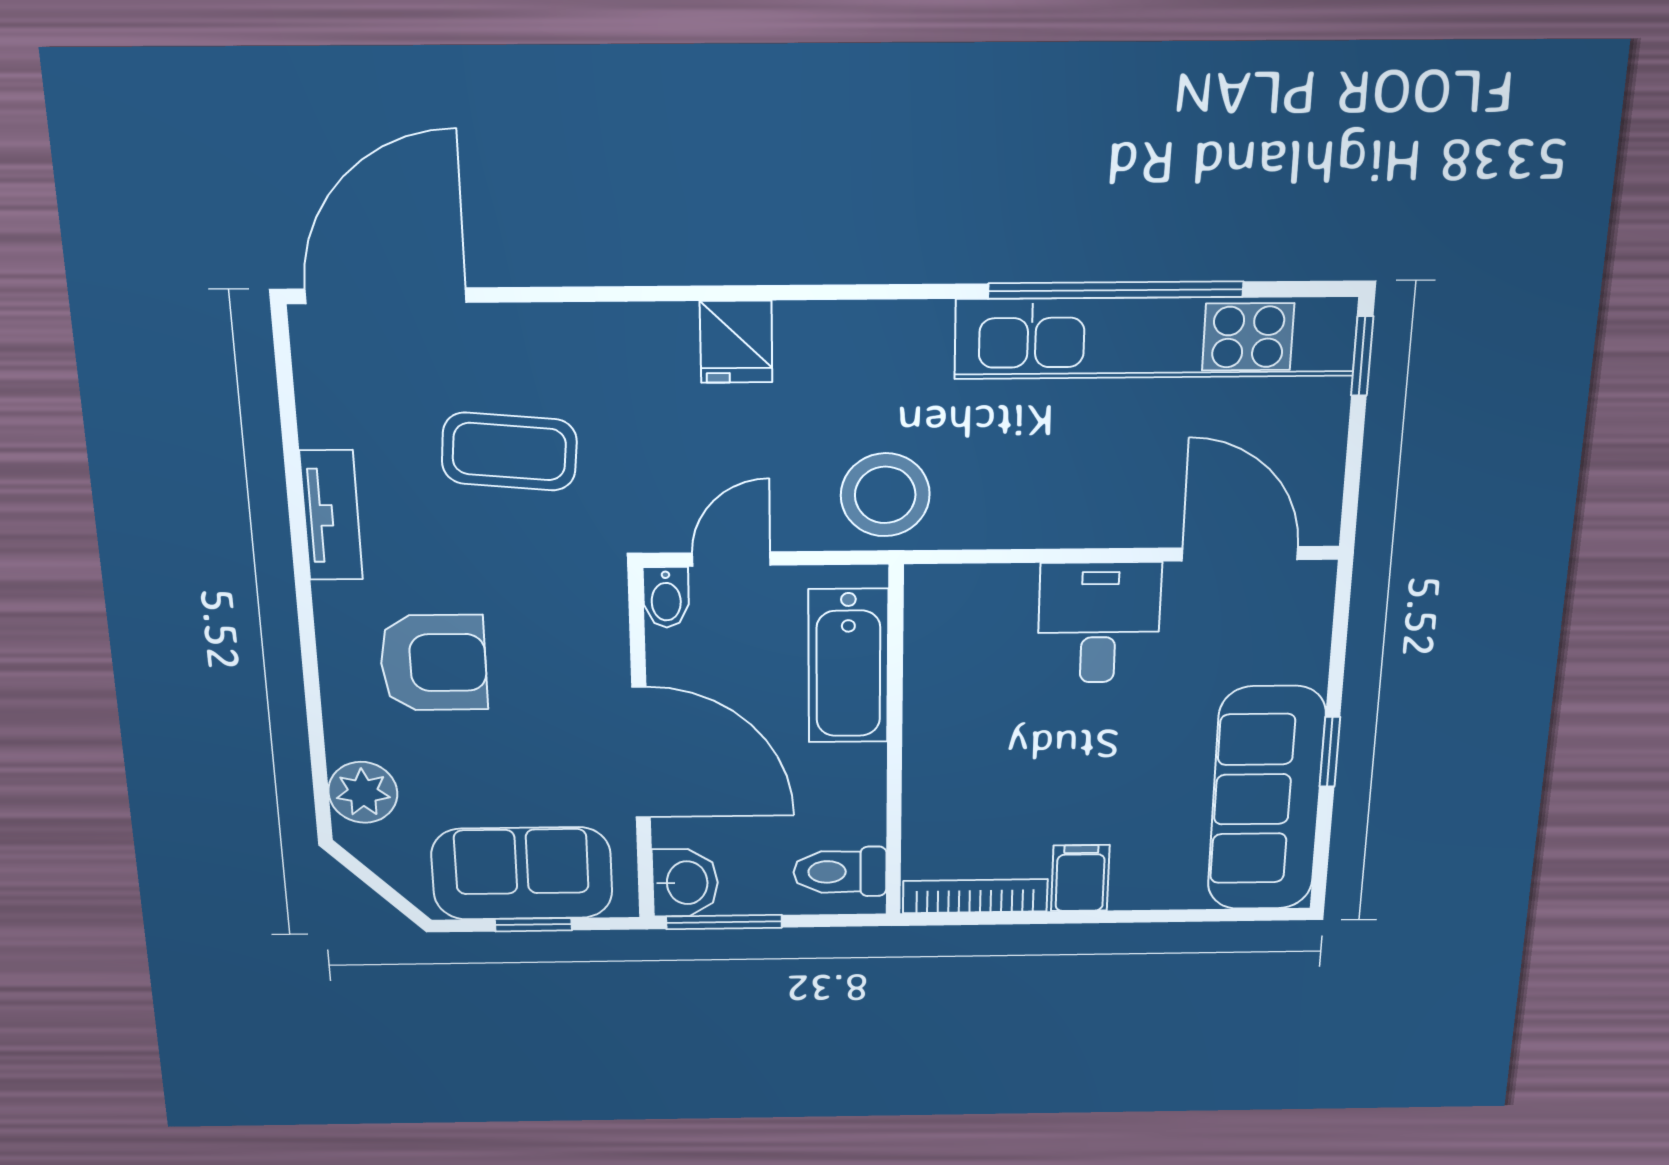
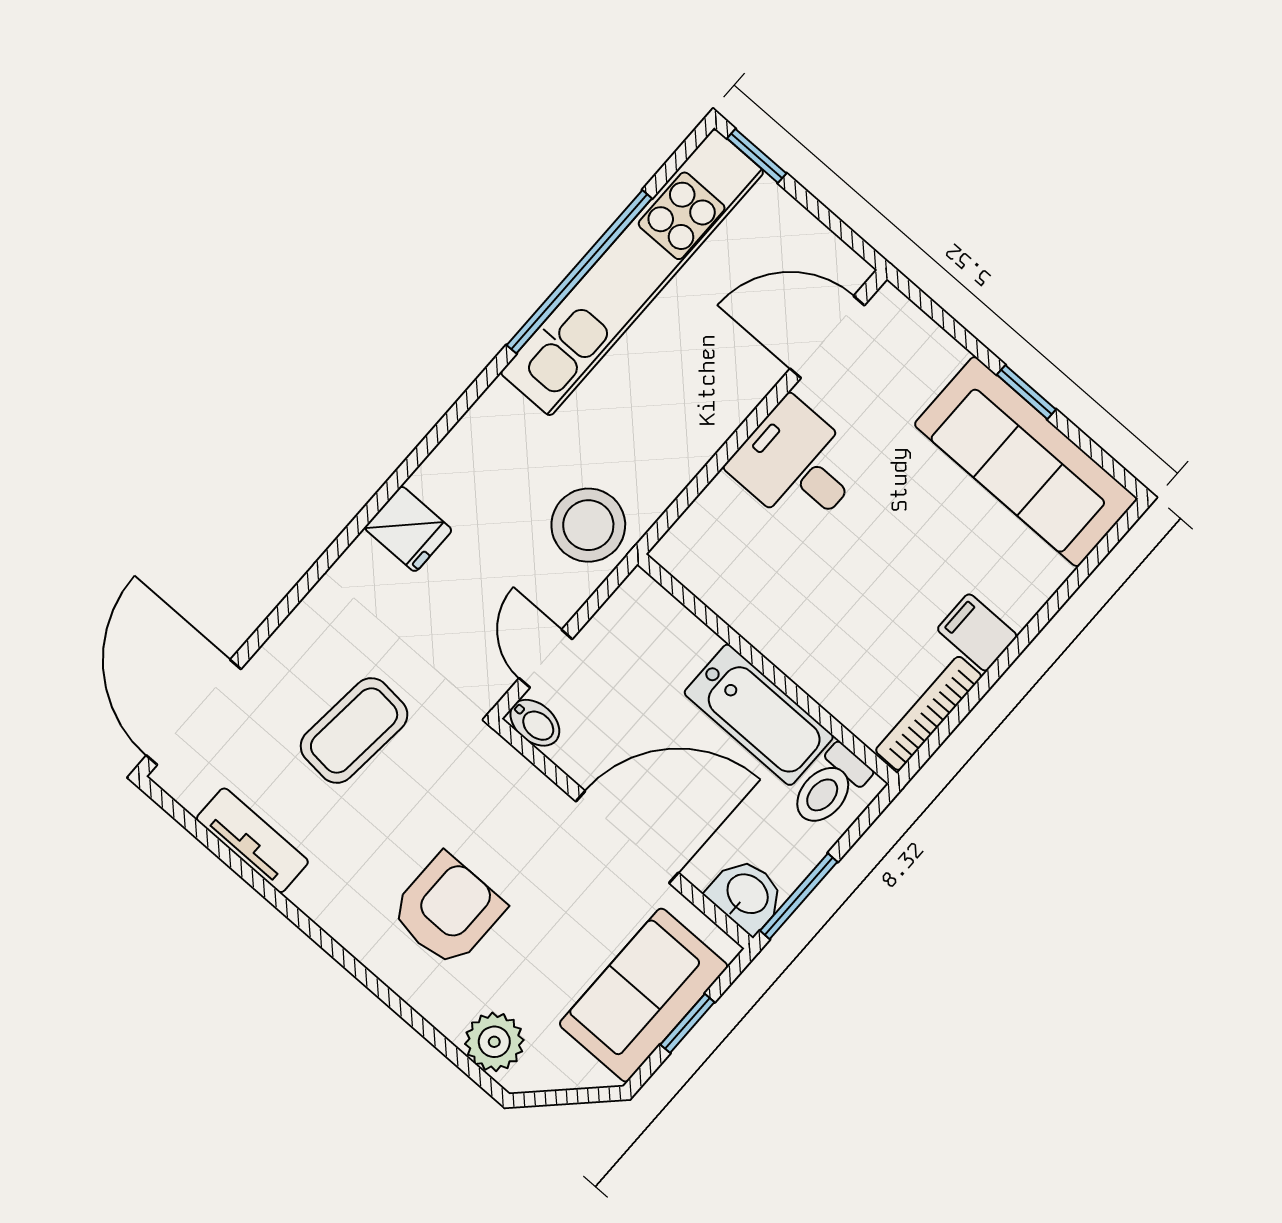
tv unit: (331, 515) -> (252, 840), moved
bathtub: (848, 666) -> (759, 715), moved

